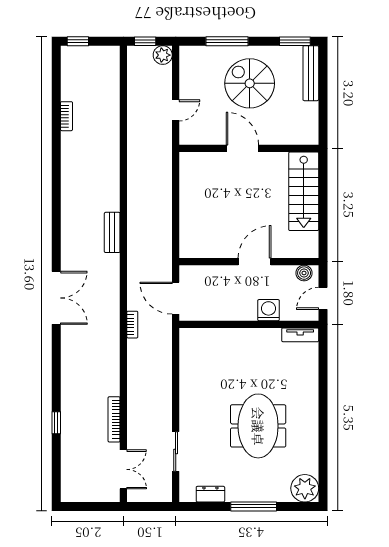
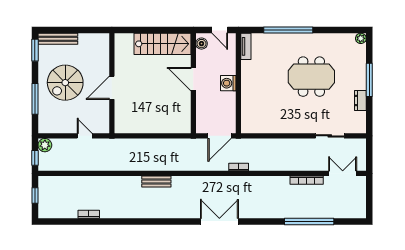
window: (78, 41) -> (35, 195), moved
stairs: (304, 191) -> (162, 44), moved
bench: (112, 232) -> (156, 181), moved
washing machine: (269, 310) -> (228, 83), moved
window: (323, 394) -> (288, 30), added
window: (56, 423) -> (309, 222), width x3.17
plant: (305, 488) -> (361, 38), width x0.53, depth x0.53
dresser: (210, 494) -> (360, 101), moved

